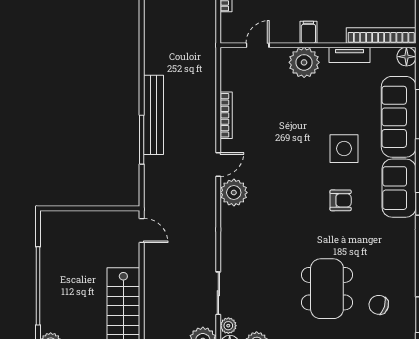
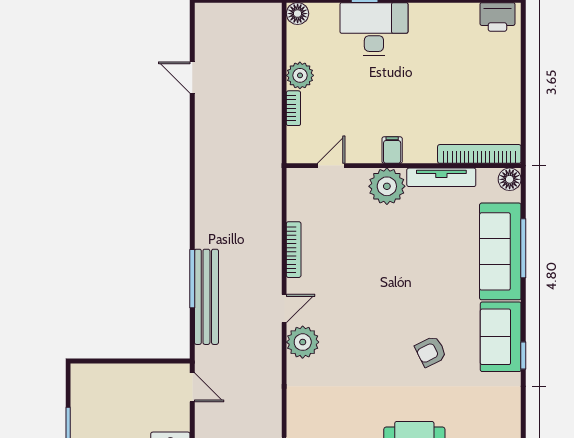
tv unit: (350, 55) -> (441, 177), width x1.41
bench: (153, 115) -> (206, 297), moved
side table: (344, 149) -> (435, 289), removed
armchair: (341, 200) -> (431, 351), turned 153

